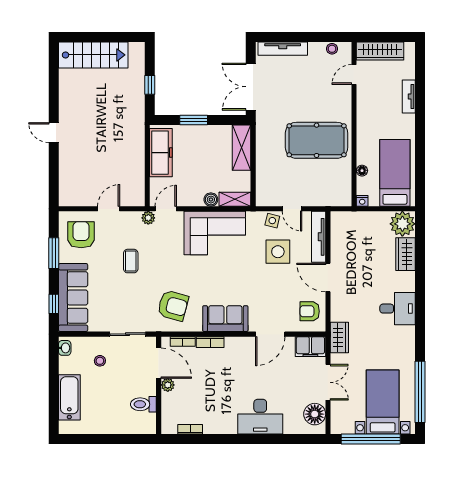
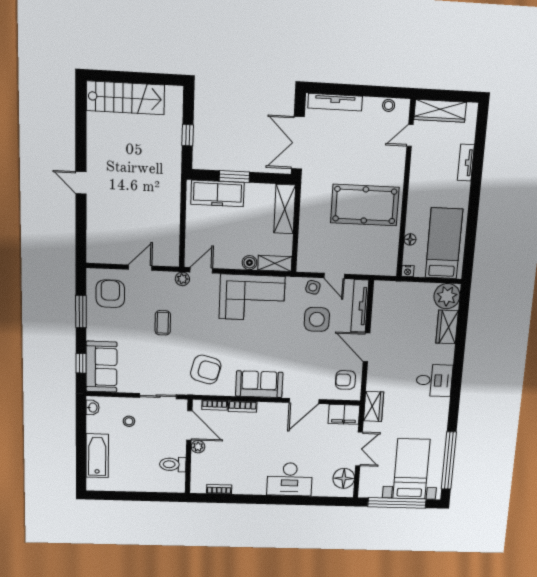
freezer: (161, 153) -> (218, 193), moved, turned 90
sofa: (73, 297) -> (101, 367), width x0.73

